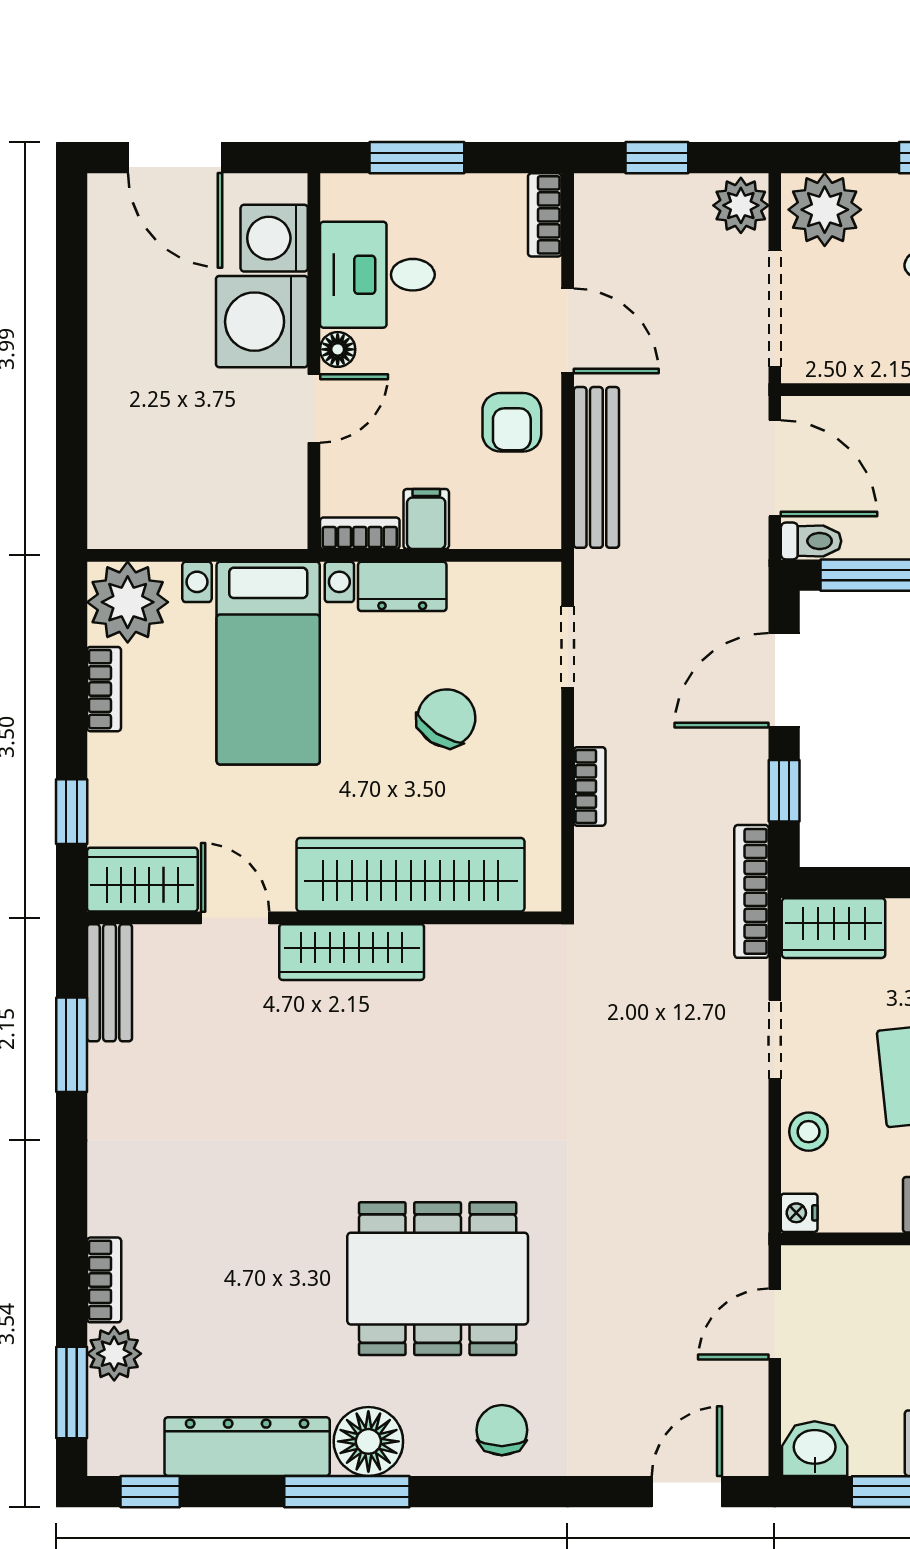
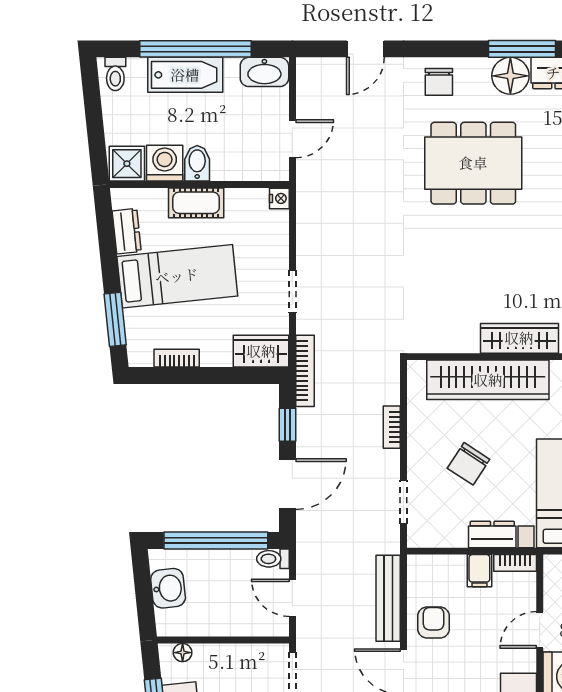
floor lamp: (338, 349) -> (527, 662), removed
door: (775, 468) -> (292, 598), width x0.73
stool: (809, 1132) -> (274, 242), removed
washbasin: (815, 1449) -> (264, 72), width x1.38
door: (687, 1492) -> (365, 49), moved

